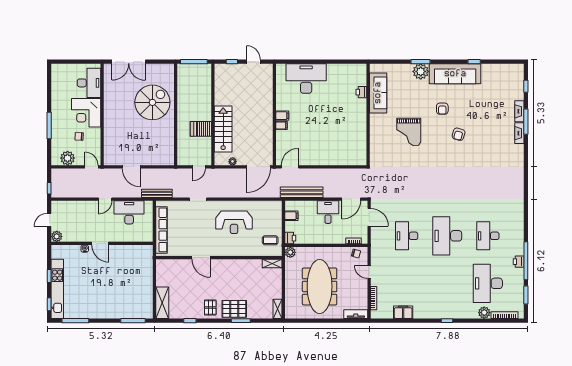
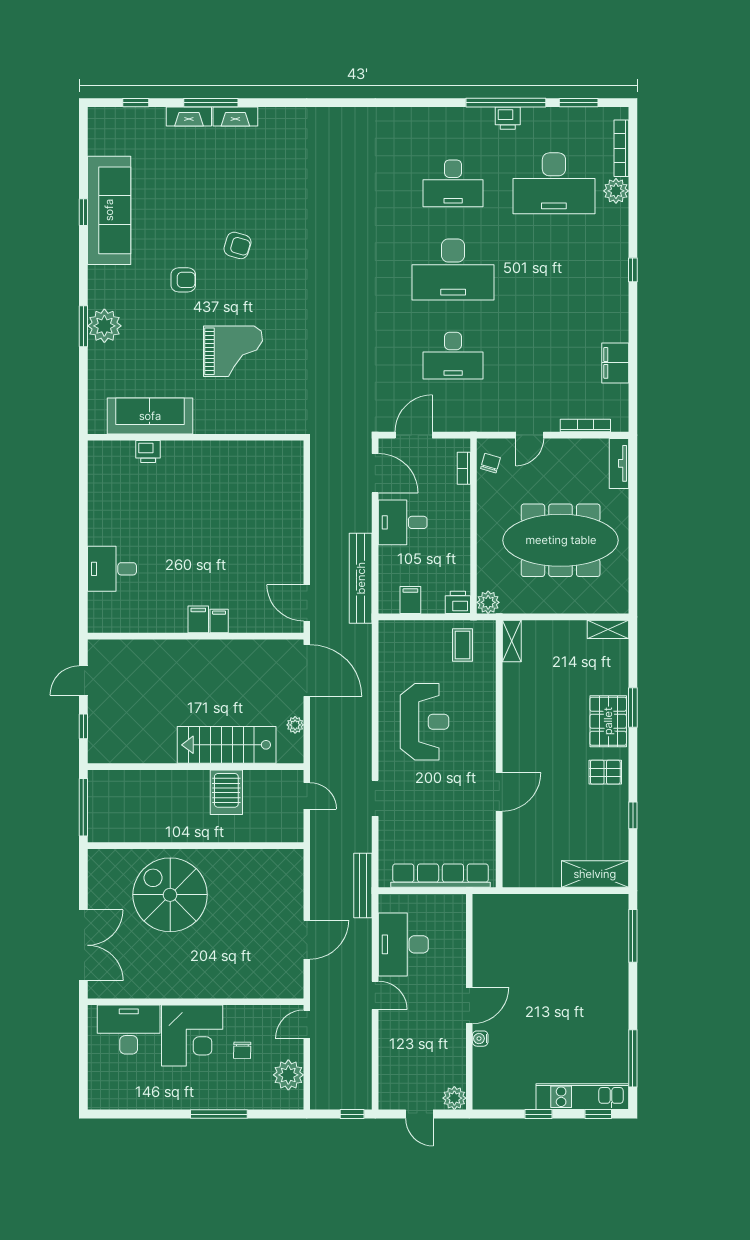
sofa: (455, 74) -> (109, 210), moved
desk: (306, 78) -> (112, 569), width x0.53, depth x0.77
kitchen unit: (57, 289) -> (582, 1097), width x0.73

